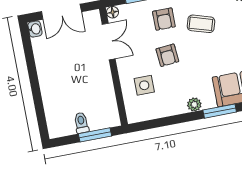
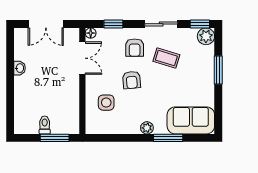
washbasin: (35, 29) -> (20, 68), moved

